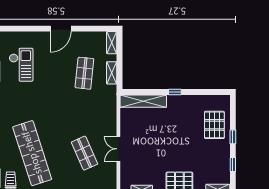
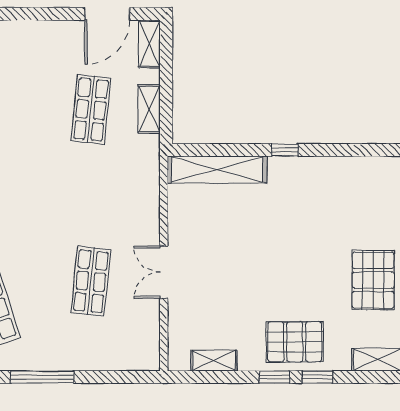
door: (61, 29) -> (107, 14), moved
pallet: (214, 125) -> (373, 280), moved
shop shelf: (84, 153) -> (91, 281), turned 30

